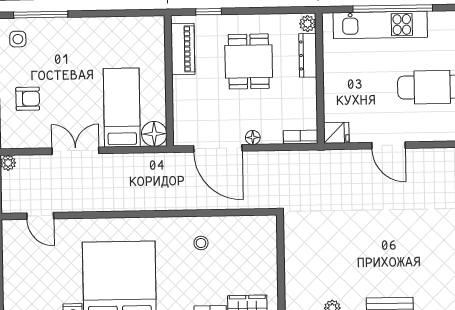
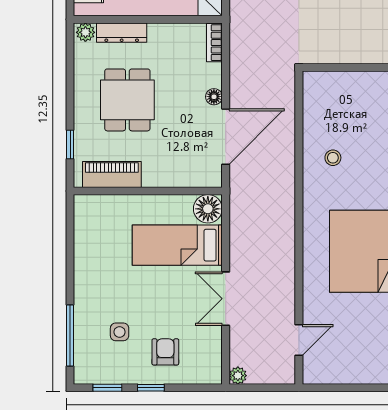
side table: (18, 39) -> (120, 332), moved
dining table: (249, 61) -> (127, 100), turned 90

